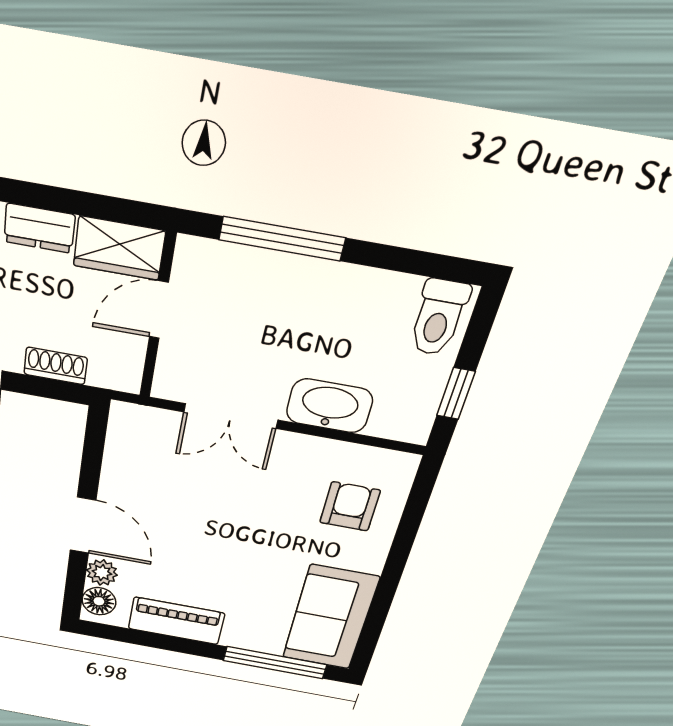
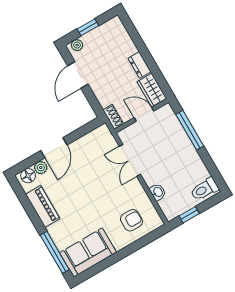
shoe rack: (56, 366) -> (113, 117), moved
washbasin: (329, 406) -> (158, 192), width x0.52, depth x0.69

